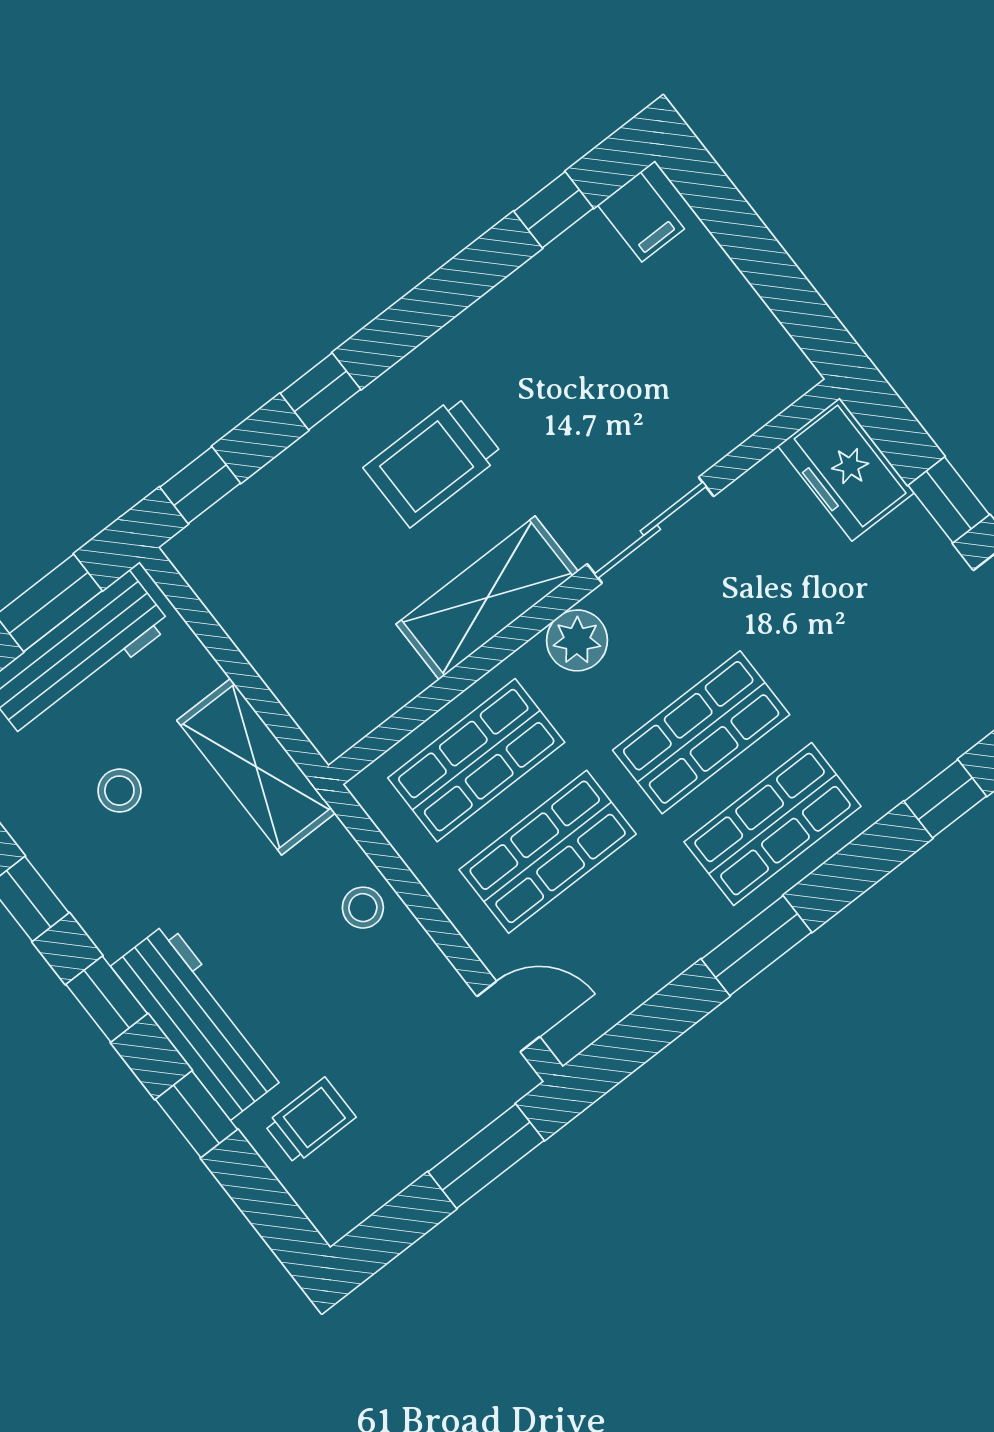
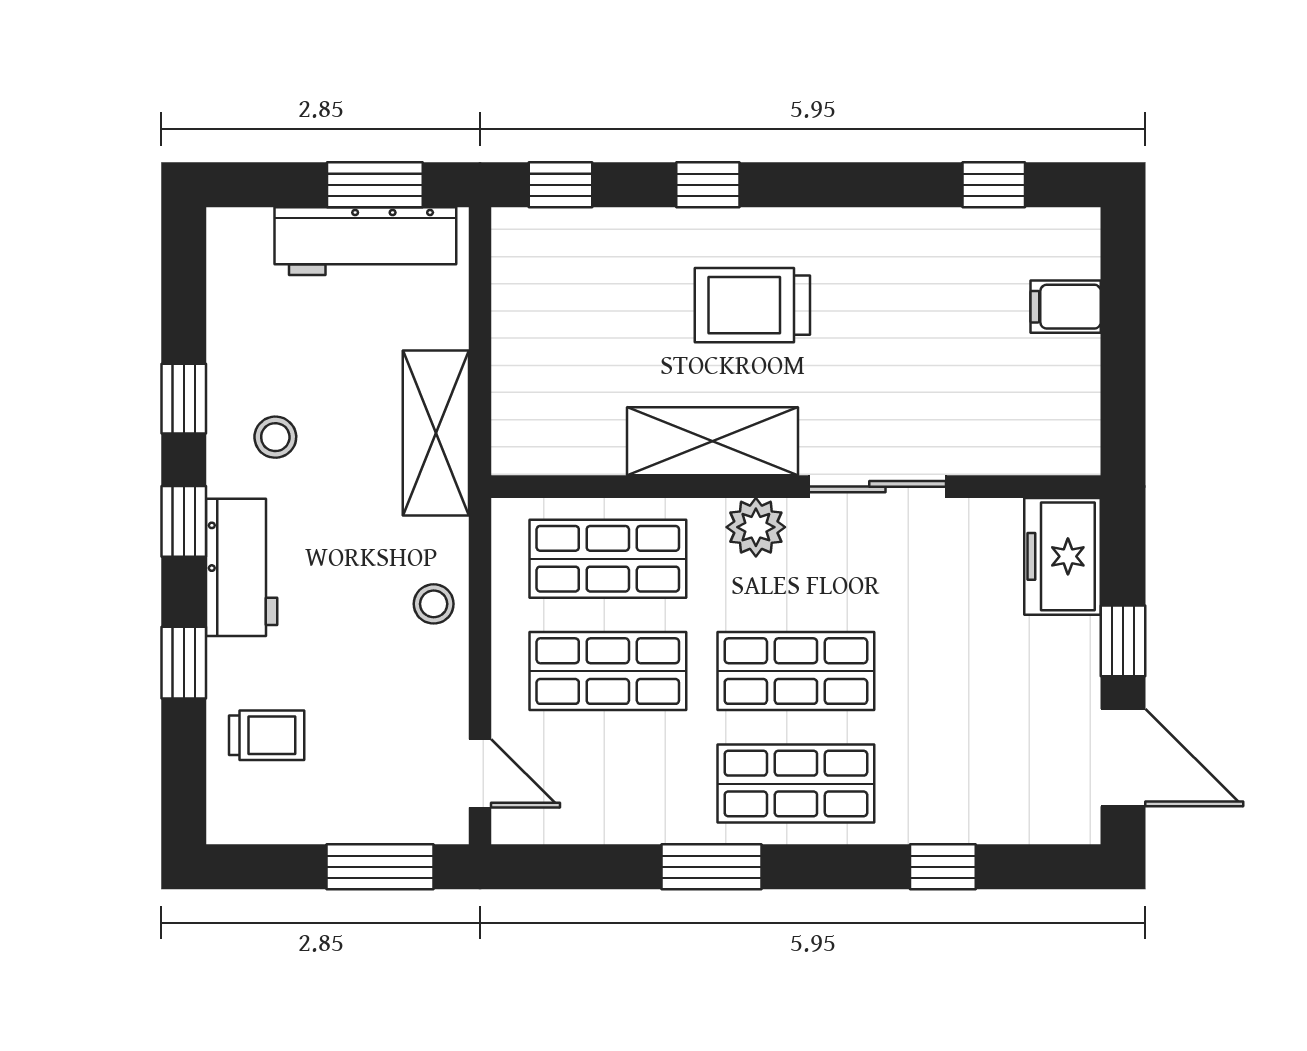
filing cabinet: (641, 217) -> (1066, 307), moved, turned 90
stool: (119, 791) -> (275, 437), moved
workbench: (199, 1021) -> (242, 567), width x0.73

